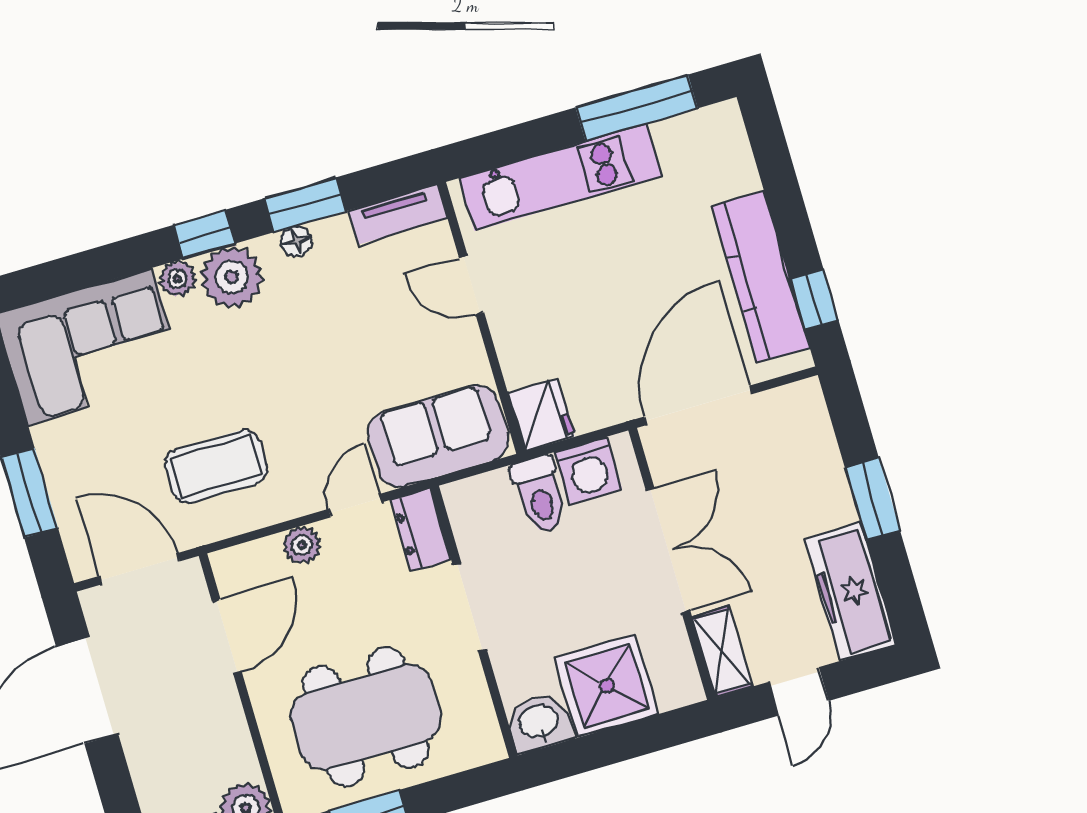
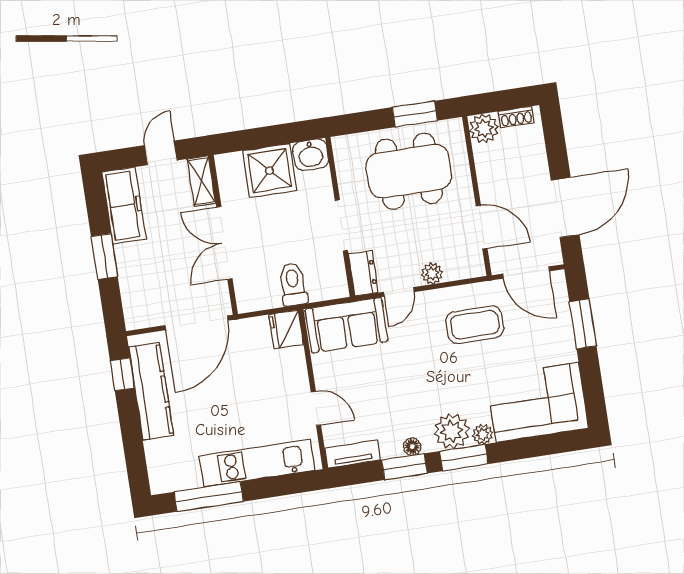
window: (204, 234) -> (464, 458), width x1.50
washing machine: (588, 471) -> (264, 294), removed
door: (227, 636) -> (482, 227), swing flipped

